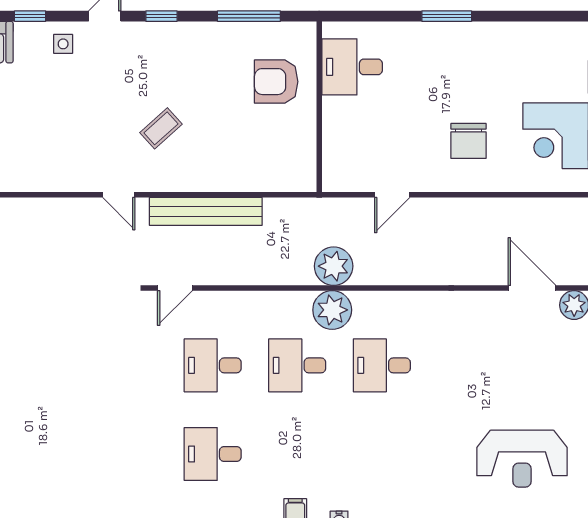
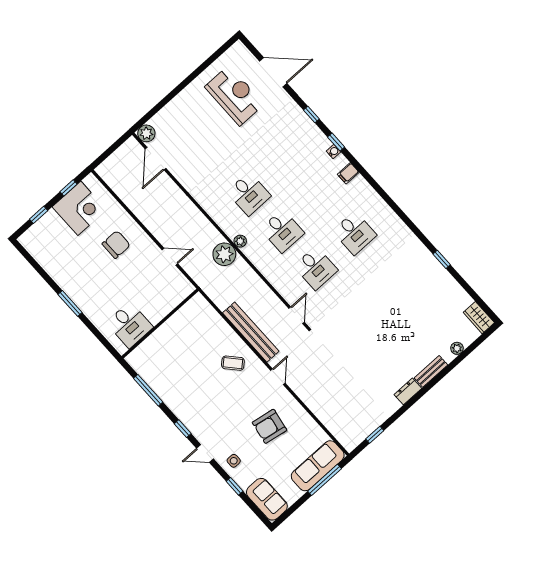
armchair: (276, 82) -> (269, 426), moved, turned 100
coffee table: (161, 128) -> (233, 363), moved
door: (175, 288) -> (297, 315), hinge flipped
plant: (332, 310) -> (240, 241), width x0.53, depth x0.53

